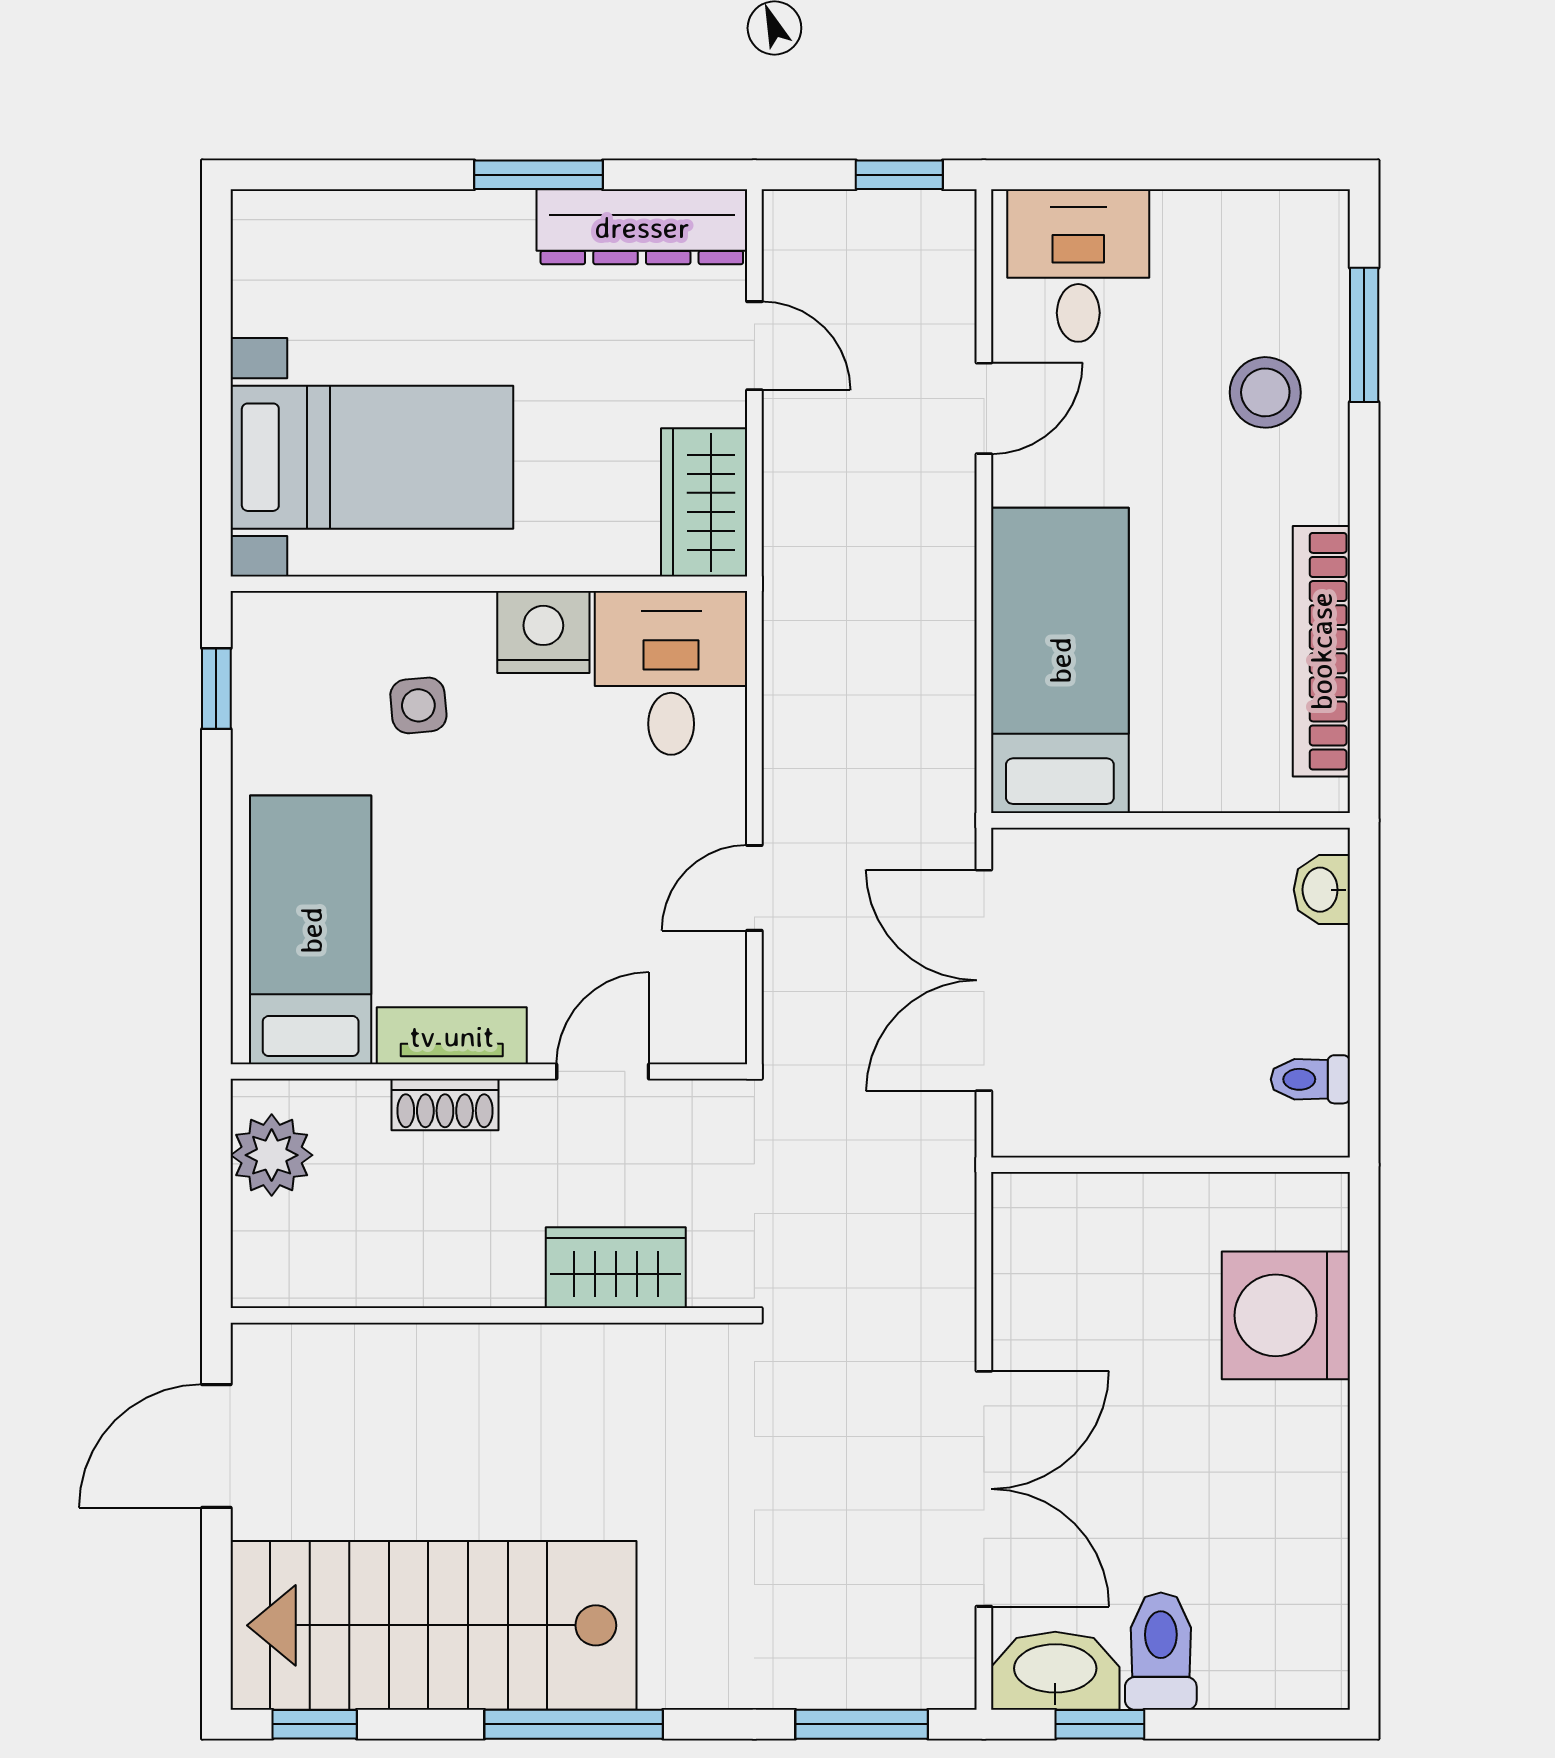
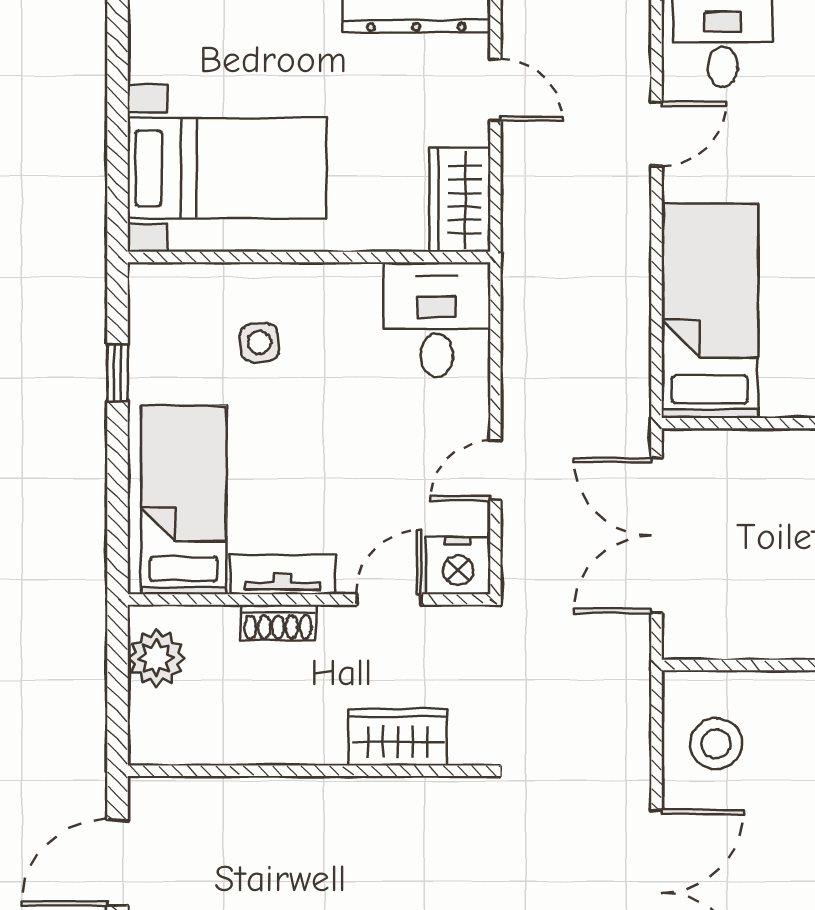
nightstand: (543, 632) -> (458, 566), moved, turned 180
window: (216, 689) -> (118, 373), moved
stool: (1069, 1277) -> (716, 744), added

